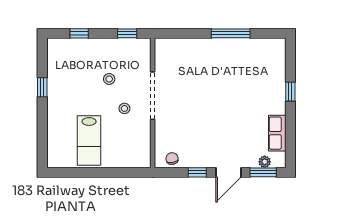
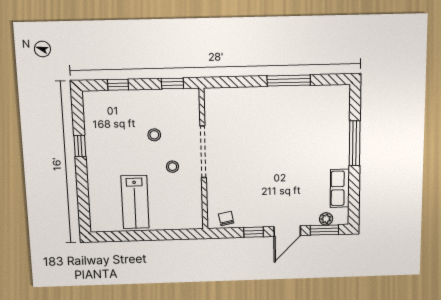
window: (290, 92) -> (355, 143), width x2.17

